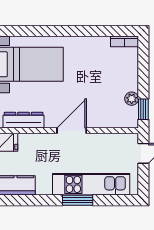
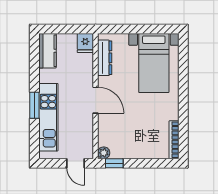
bookcase: (125, 41) -> (174, 140), width x1.56
plant: (132, 99) -> (104, 153), moved

